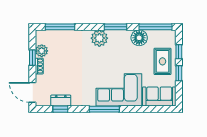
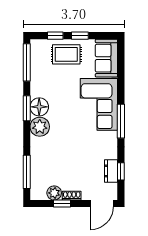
floor lamp: (139, 38) -> (39, 107), moved

